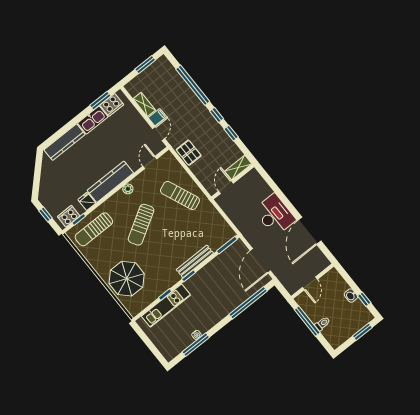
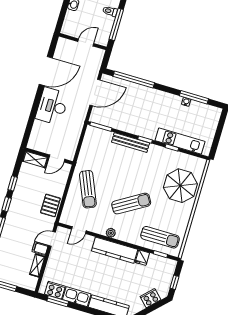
cooker: (69, 216) -> (150, 298), moved, turned 135

